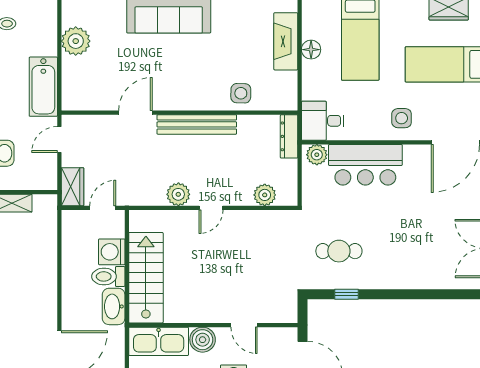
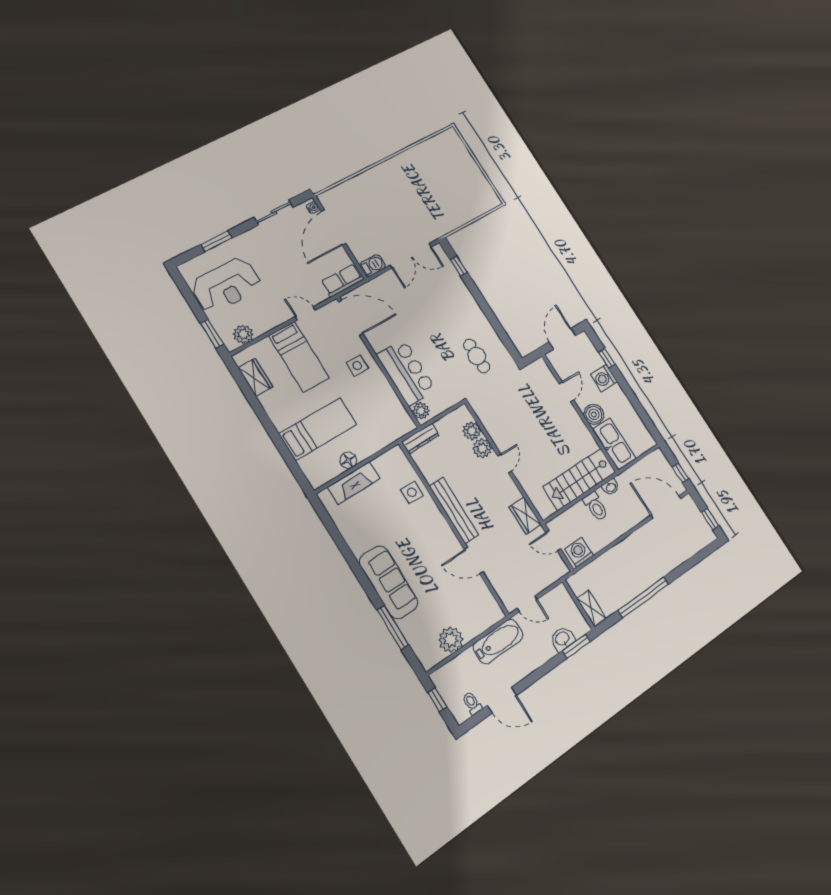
desk: (323, 121) -> (394, 421), removed
wardrobe: (72, 187) -> (525, 516), moved, turned -90
plant: (178, 194) -> (482, 448), moved
door: (211, 208) -> (505, 463), hinge flipped
washing machine: (112, 252) -> (579, 552), moved, turned 180
window: (347, 294) -> (459, 266), moved
washbasin: (114, 306) -> (611, 487), width x0.52, depth x0.69

